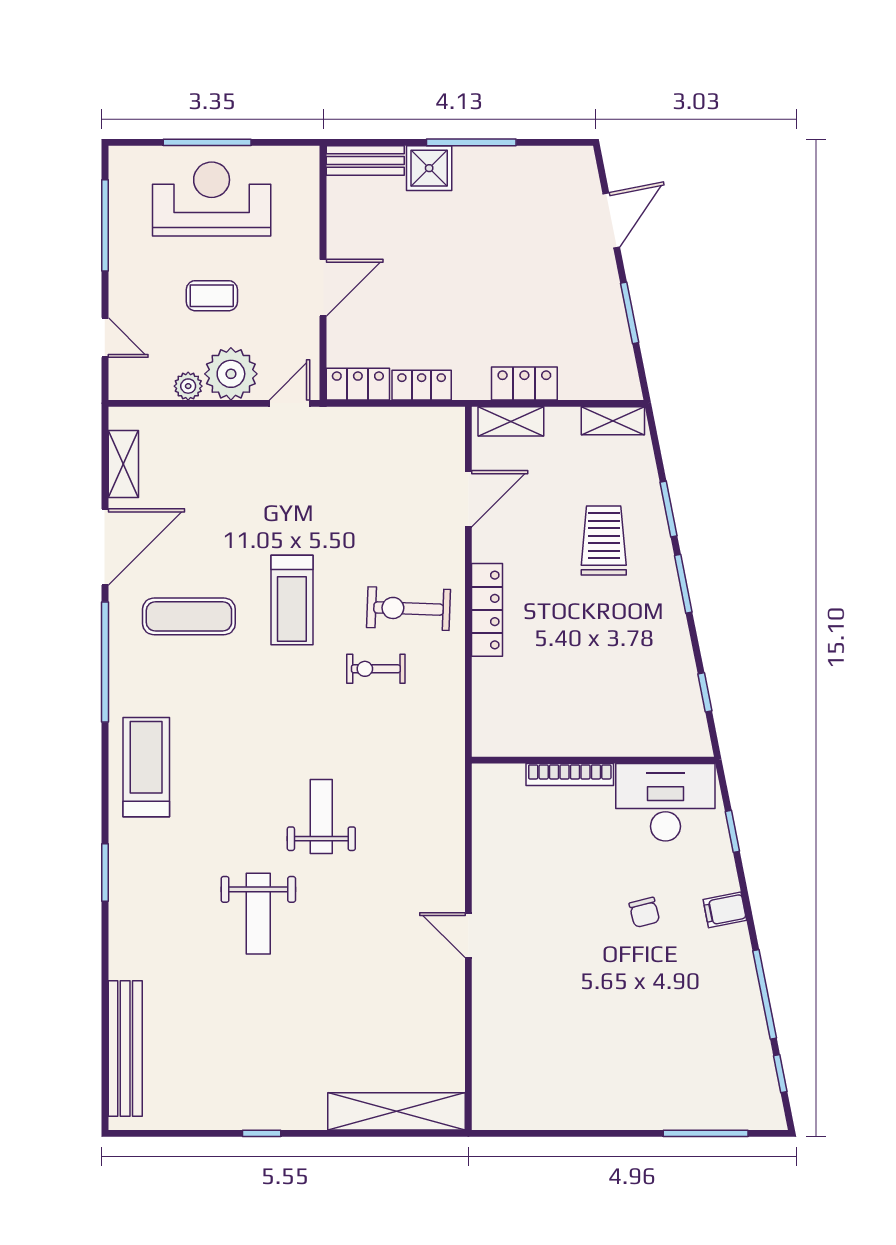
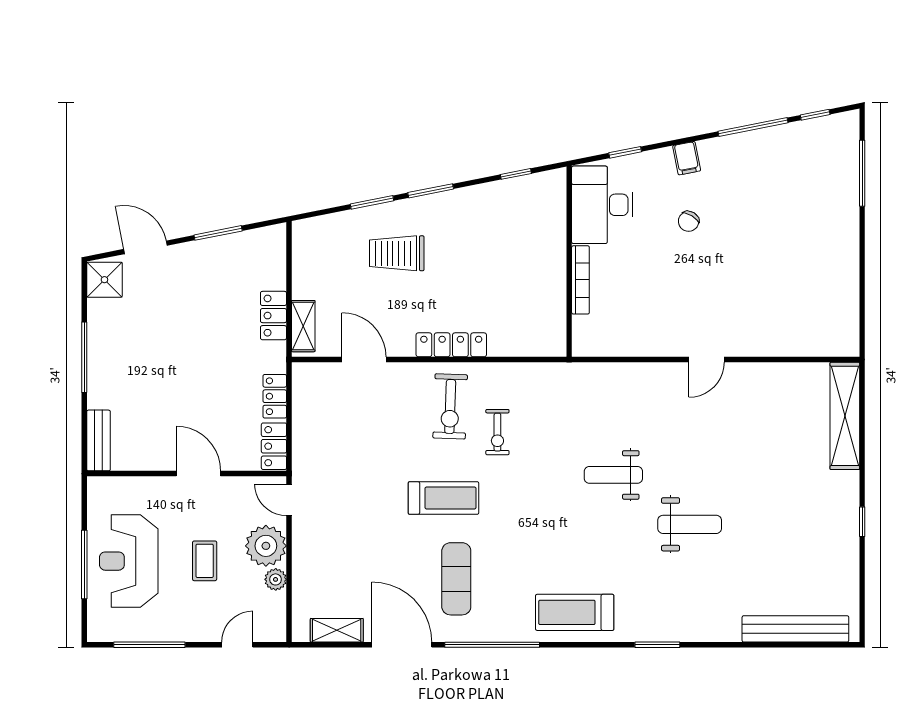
shower: (429, 168) -> (104, 280), moved
shelving: (613, 421) -> (303, 246), removed
chair: (644, 912) -> (689, 221), turned 135

